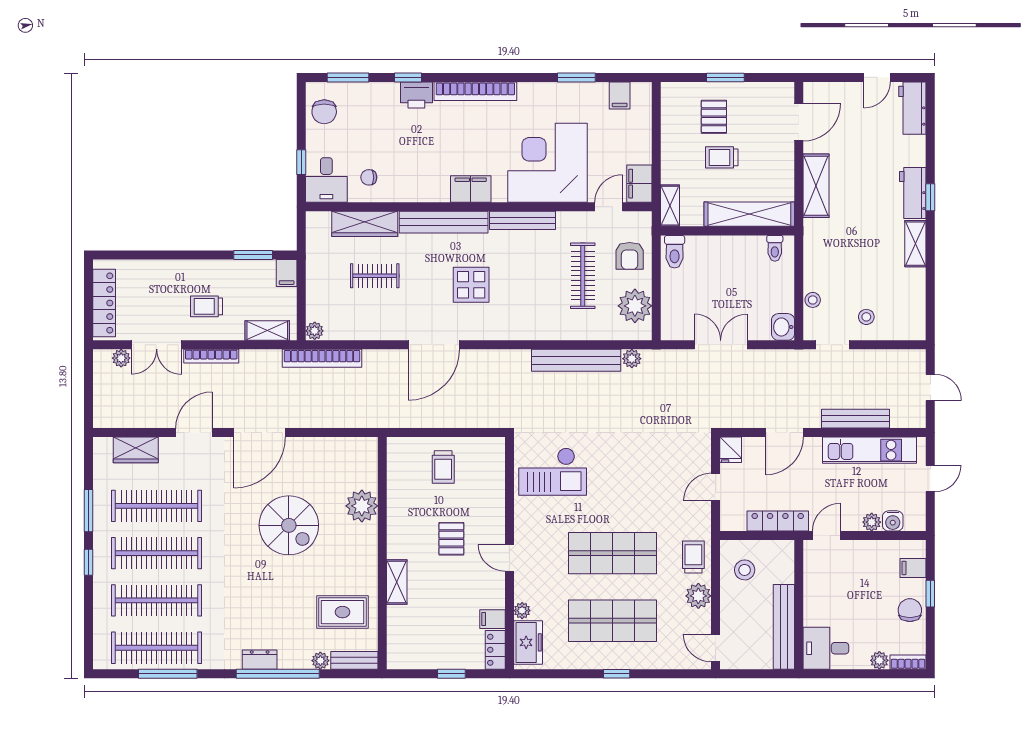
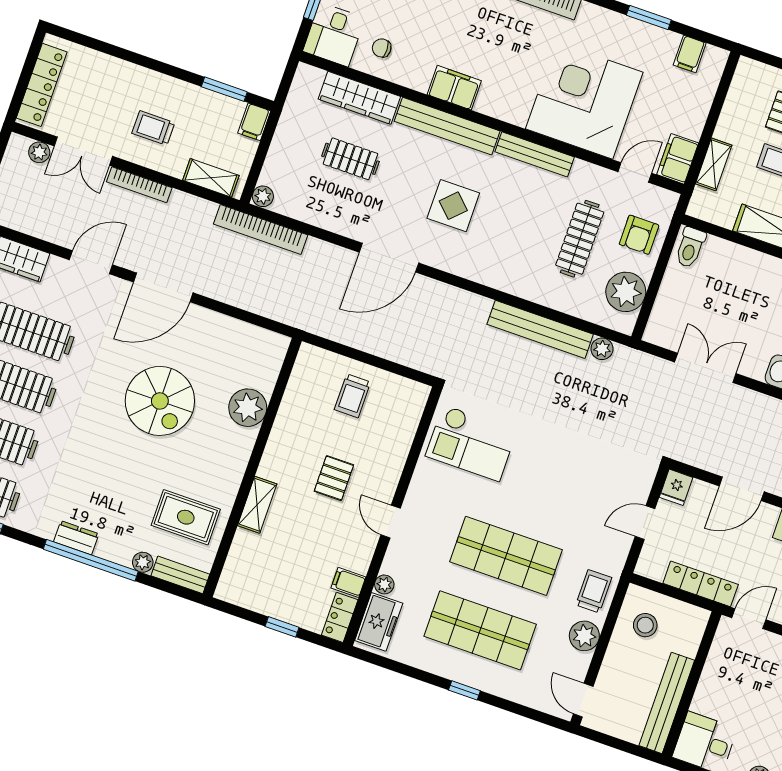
filing cabinet: (471, 189) -> (454, 88), moved
shelving: (670, 206) -> (714, 164), moved

